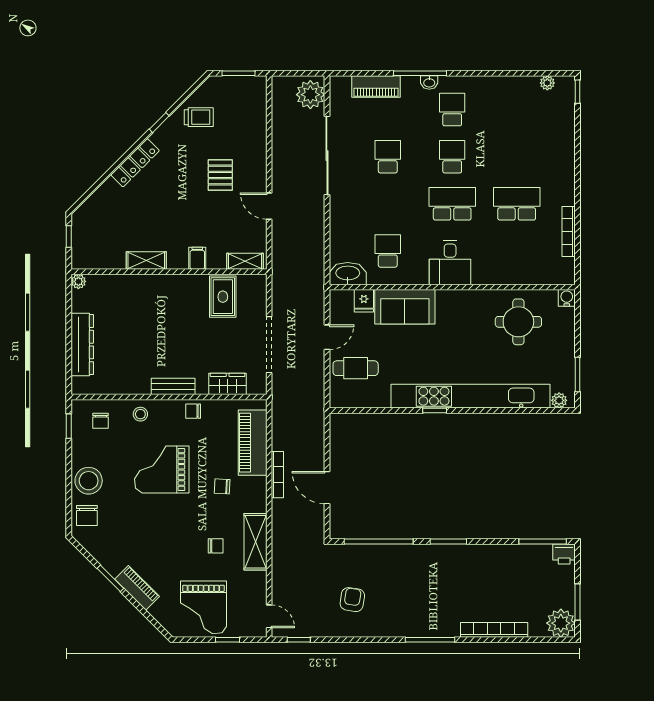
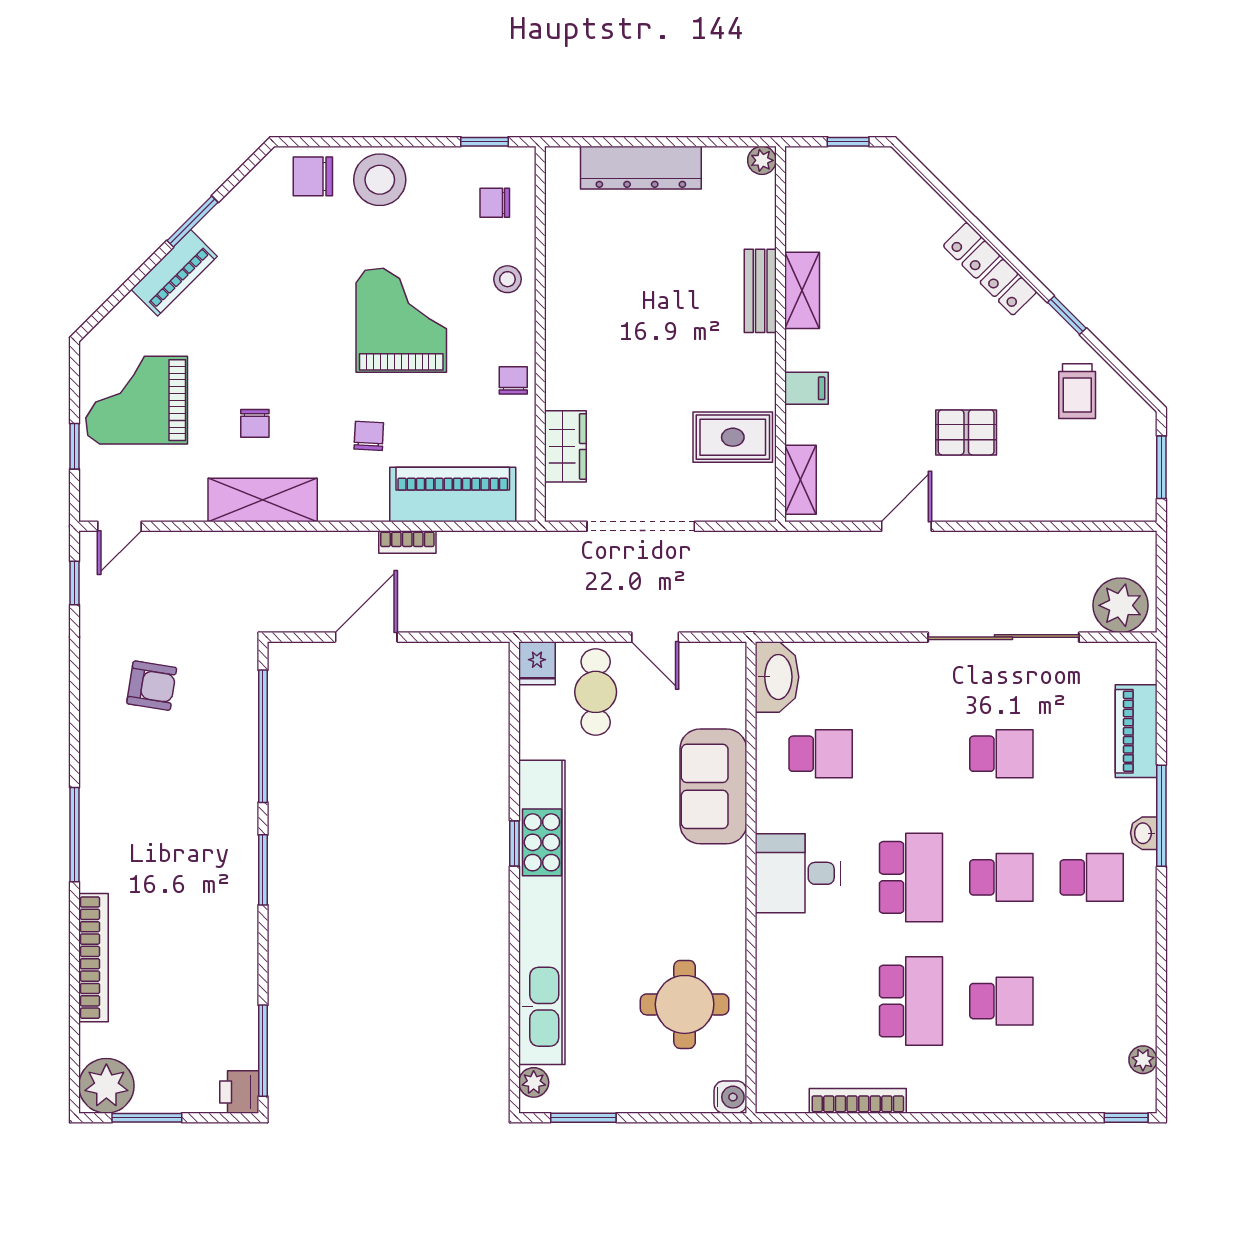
school desk: (517, 157) -> (1001, 1001), added
fridge: (364, 301) -> (537, 663), moved, turned -90
bench: (173, 386) -> (760, 291), moved
bookcase: (277, 475) -> (407, 542), width x0.64

